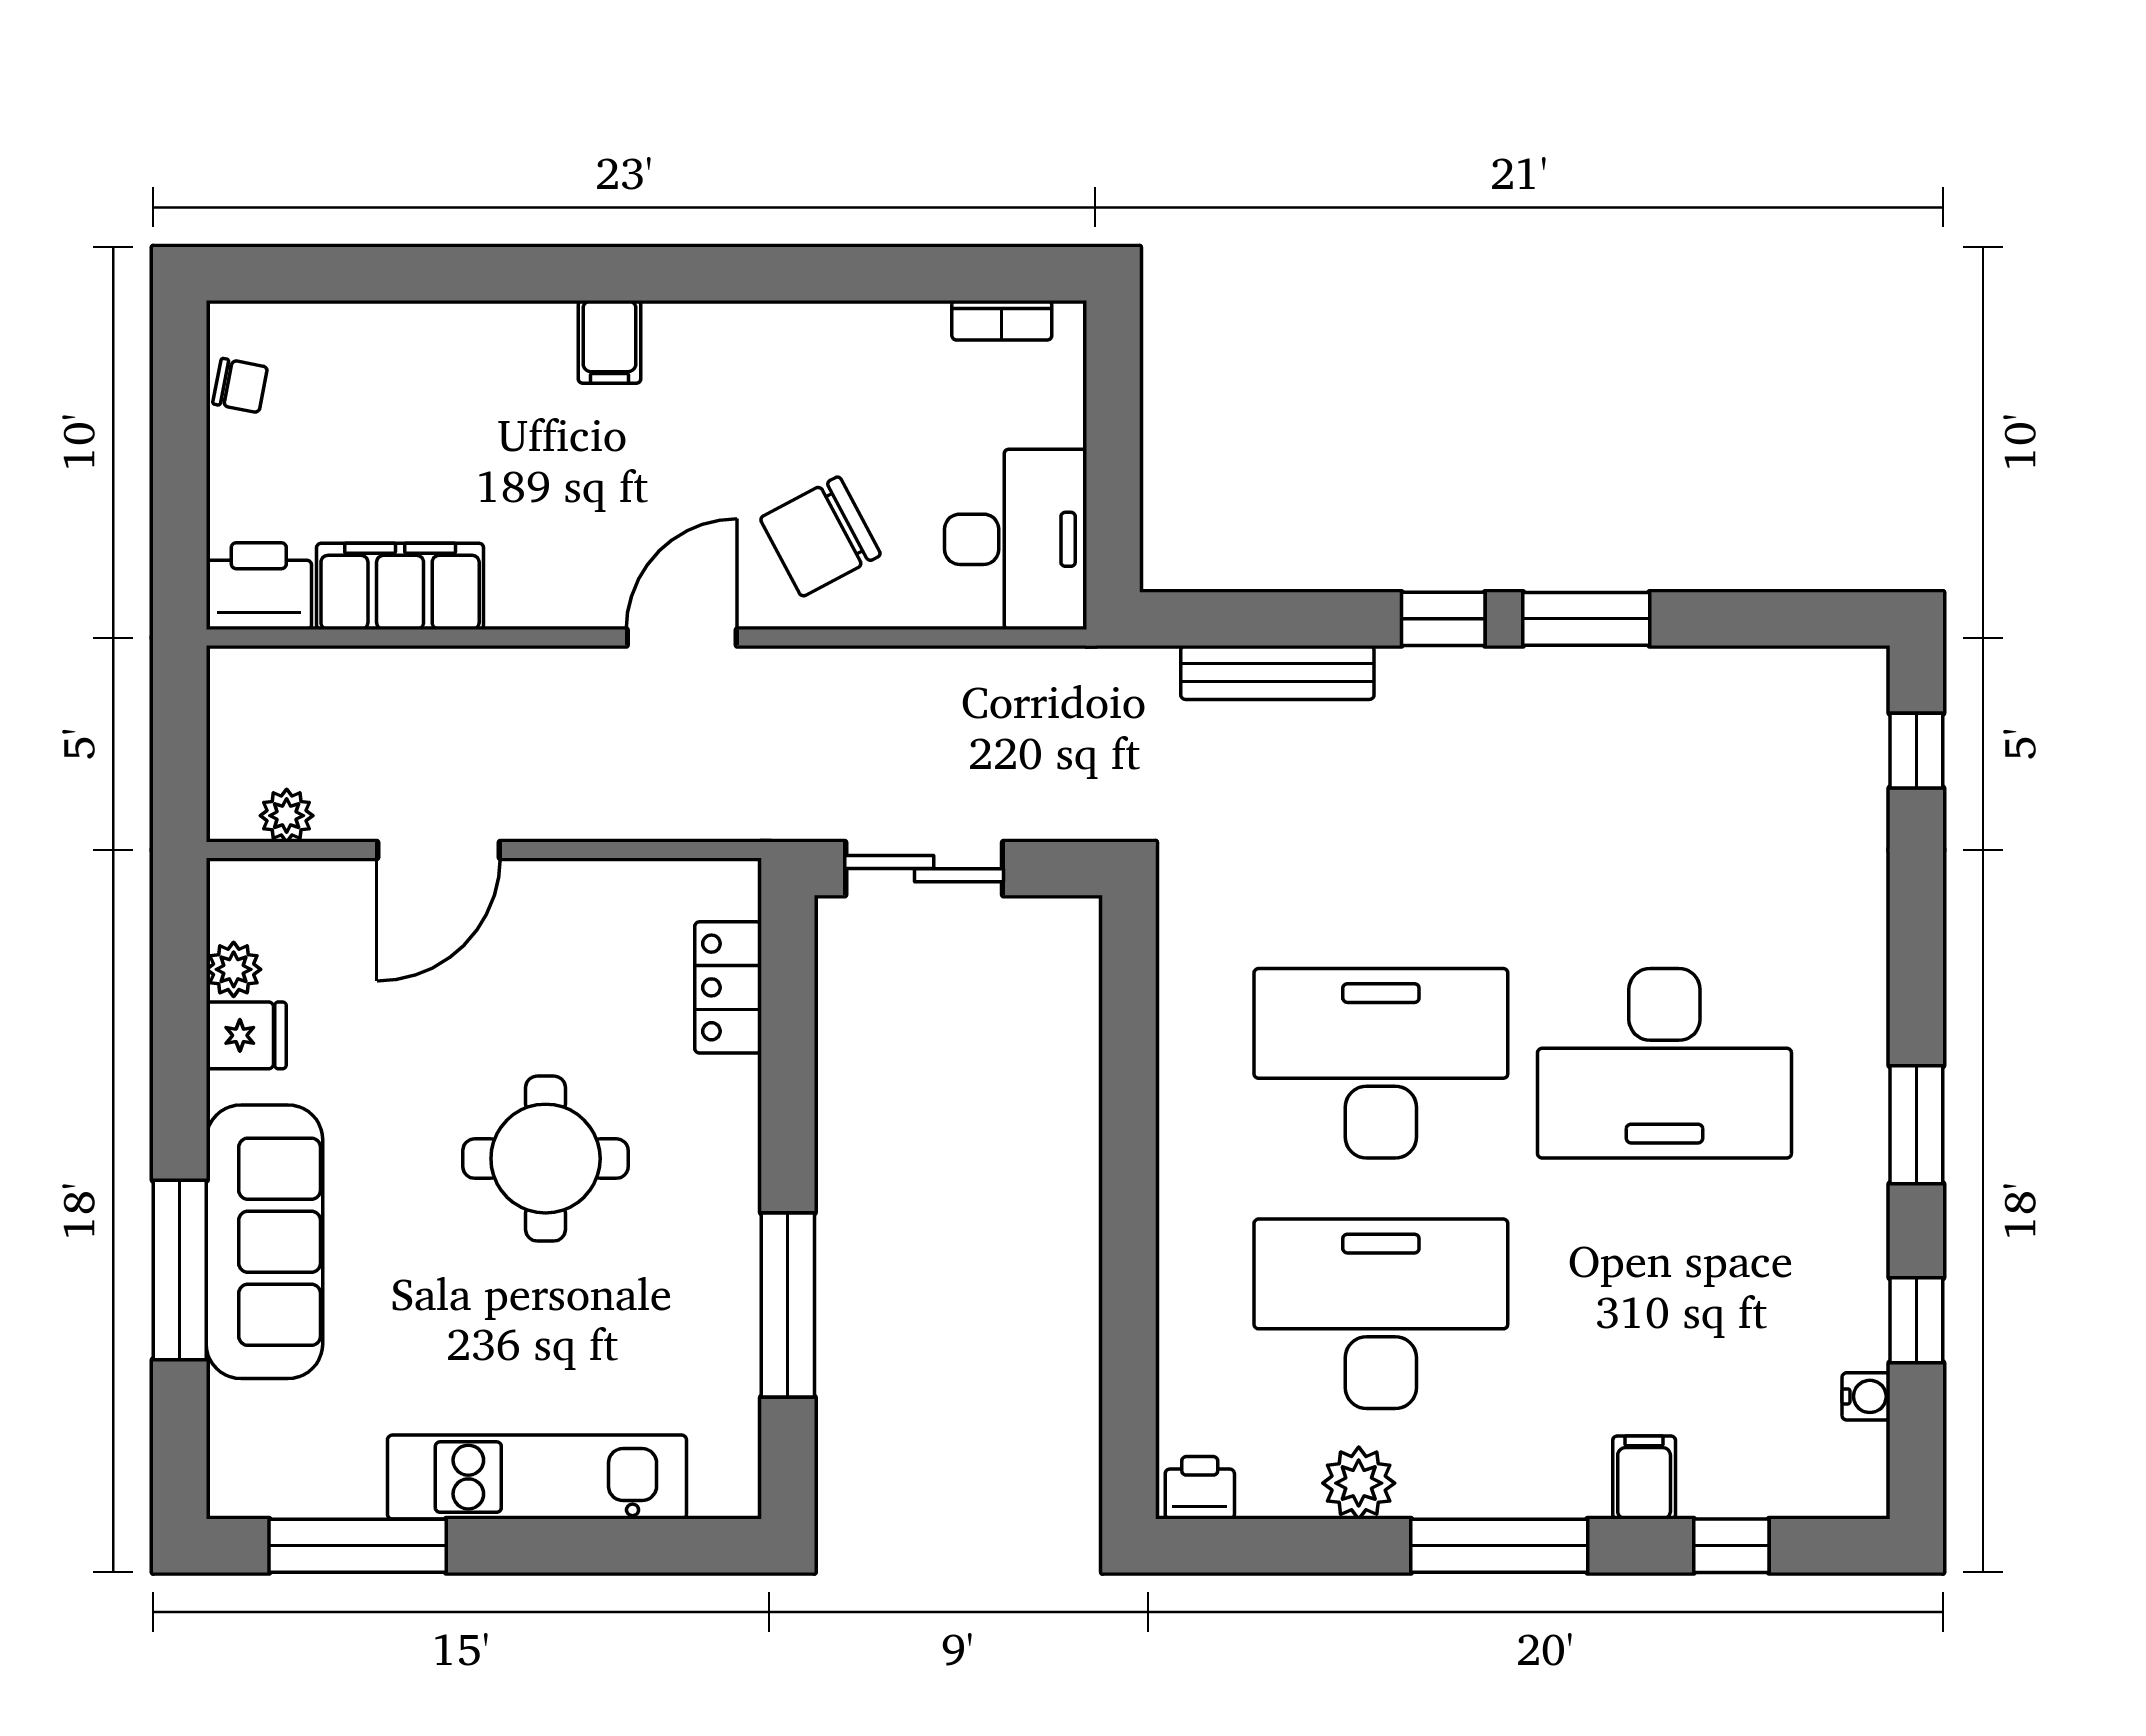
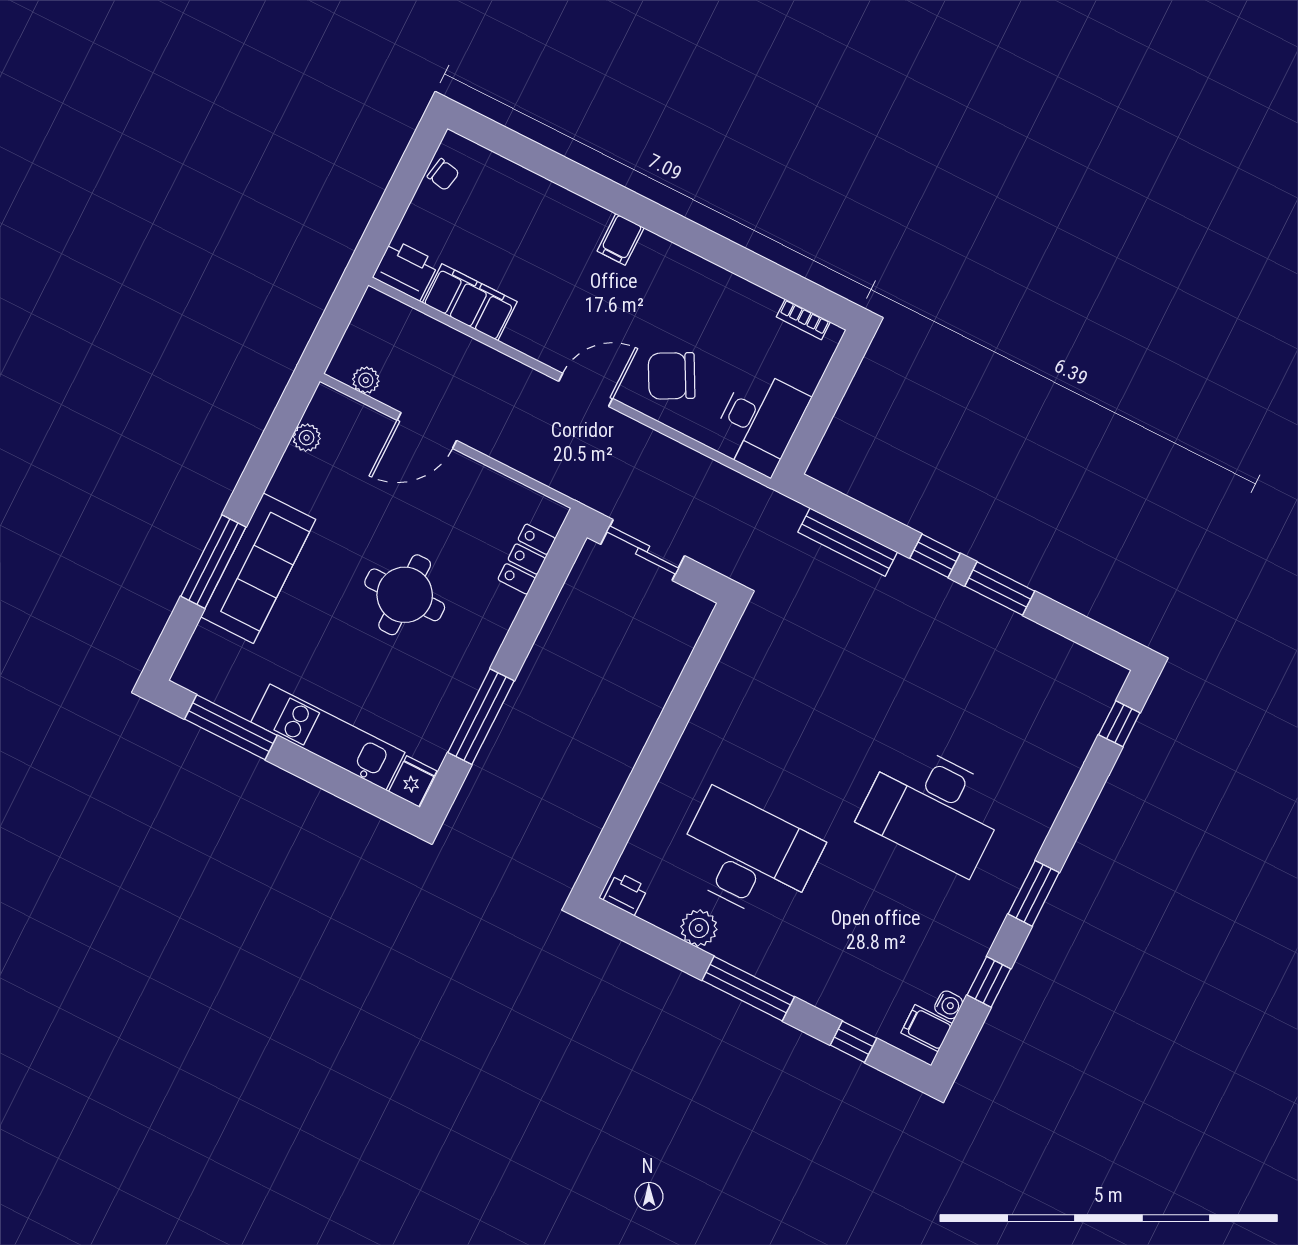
fridge: (246, 1035) -> (413, 781), moved, turned -90
desk: (1381, 1063) -> (805, 743), removed
filing cabinet: (1644, 1477) -> (927, 1028), moved, turned -90

